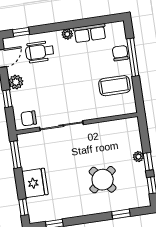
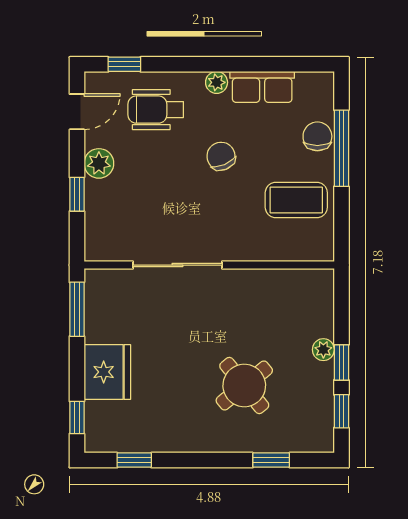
chair: (29, 118) -> (221, 156), moved, turned 67

